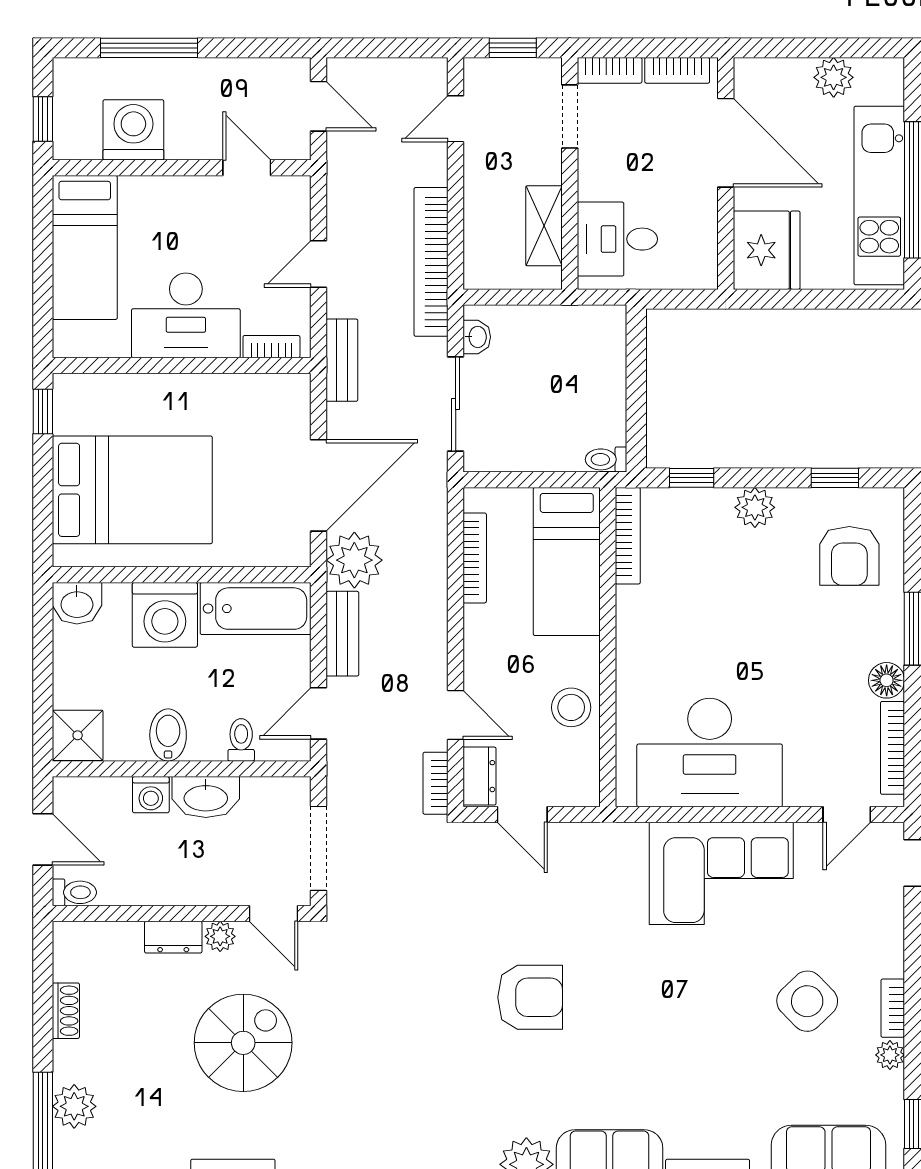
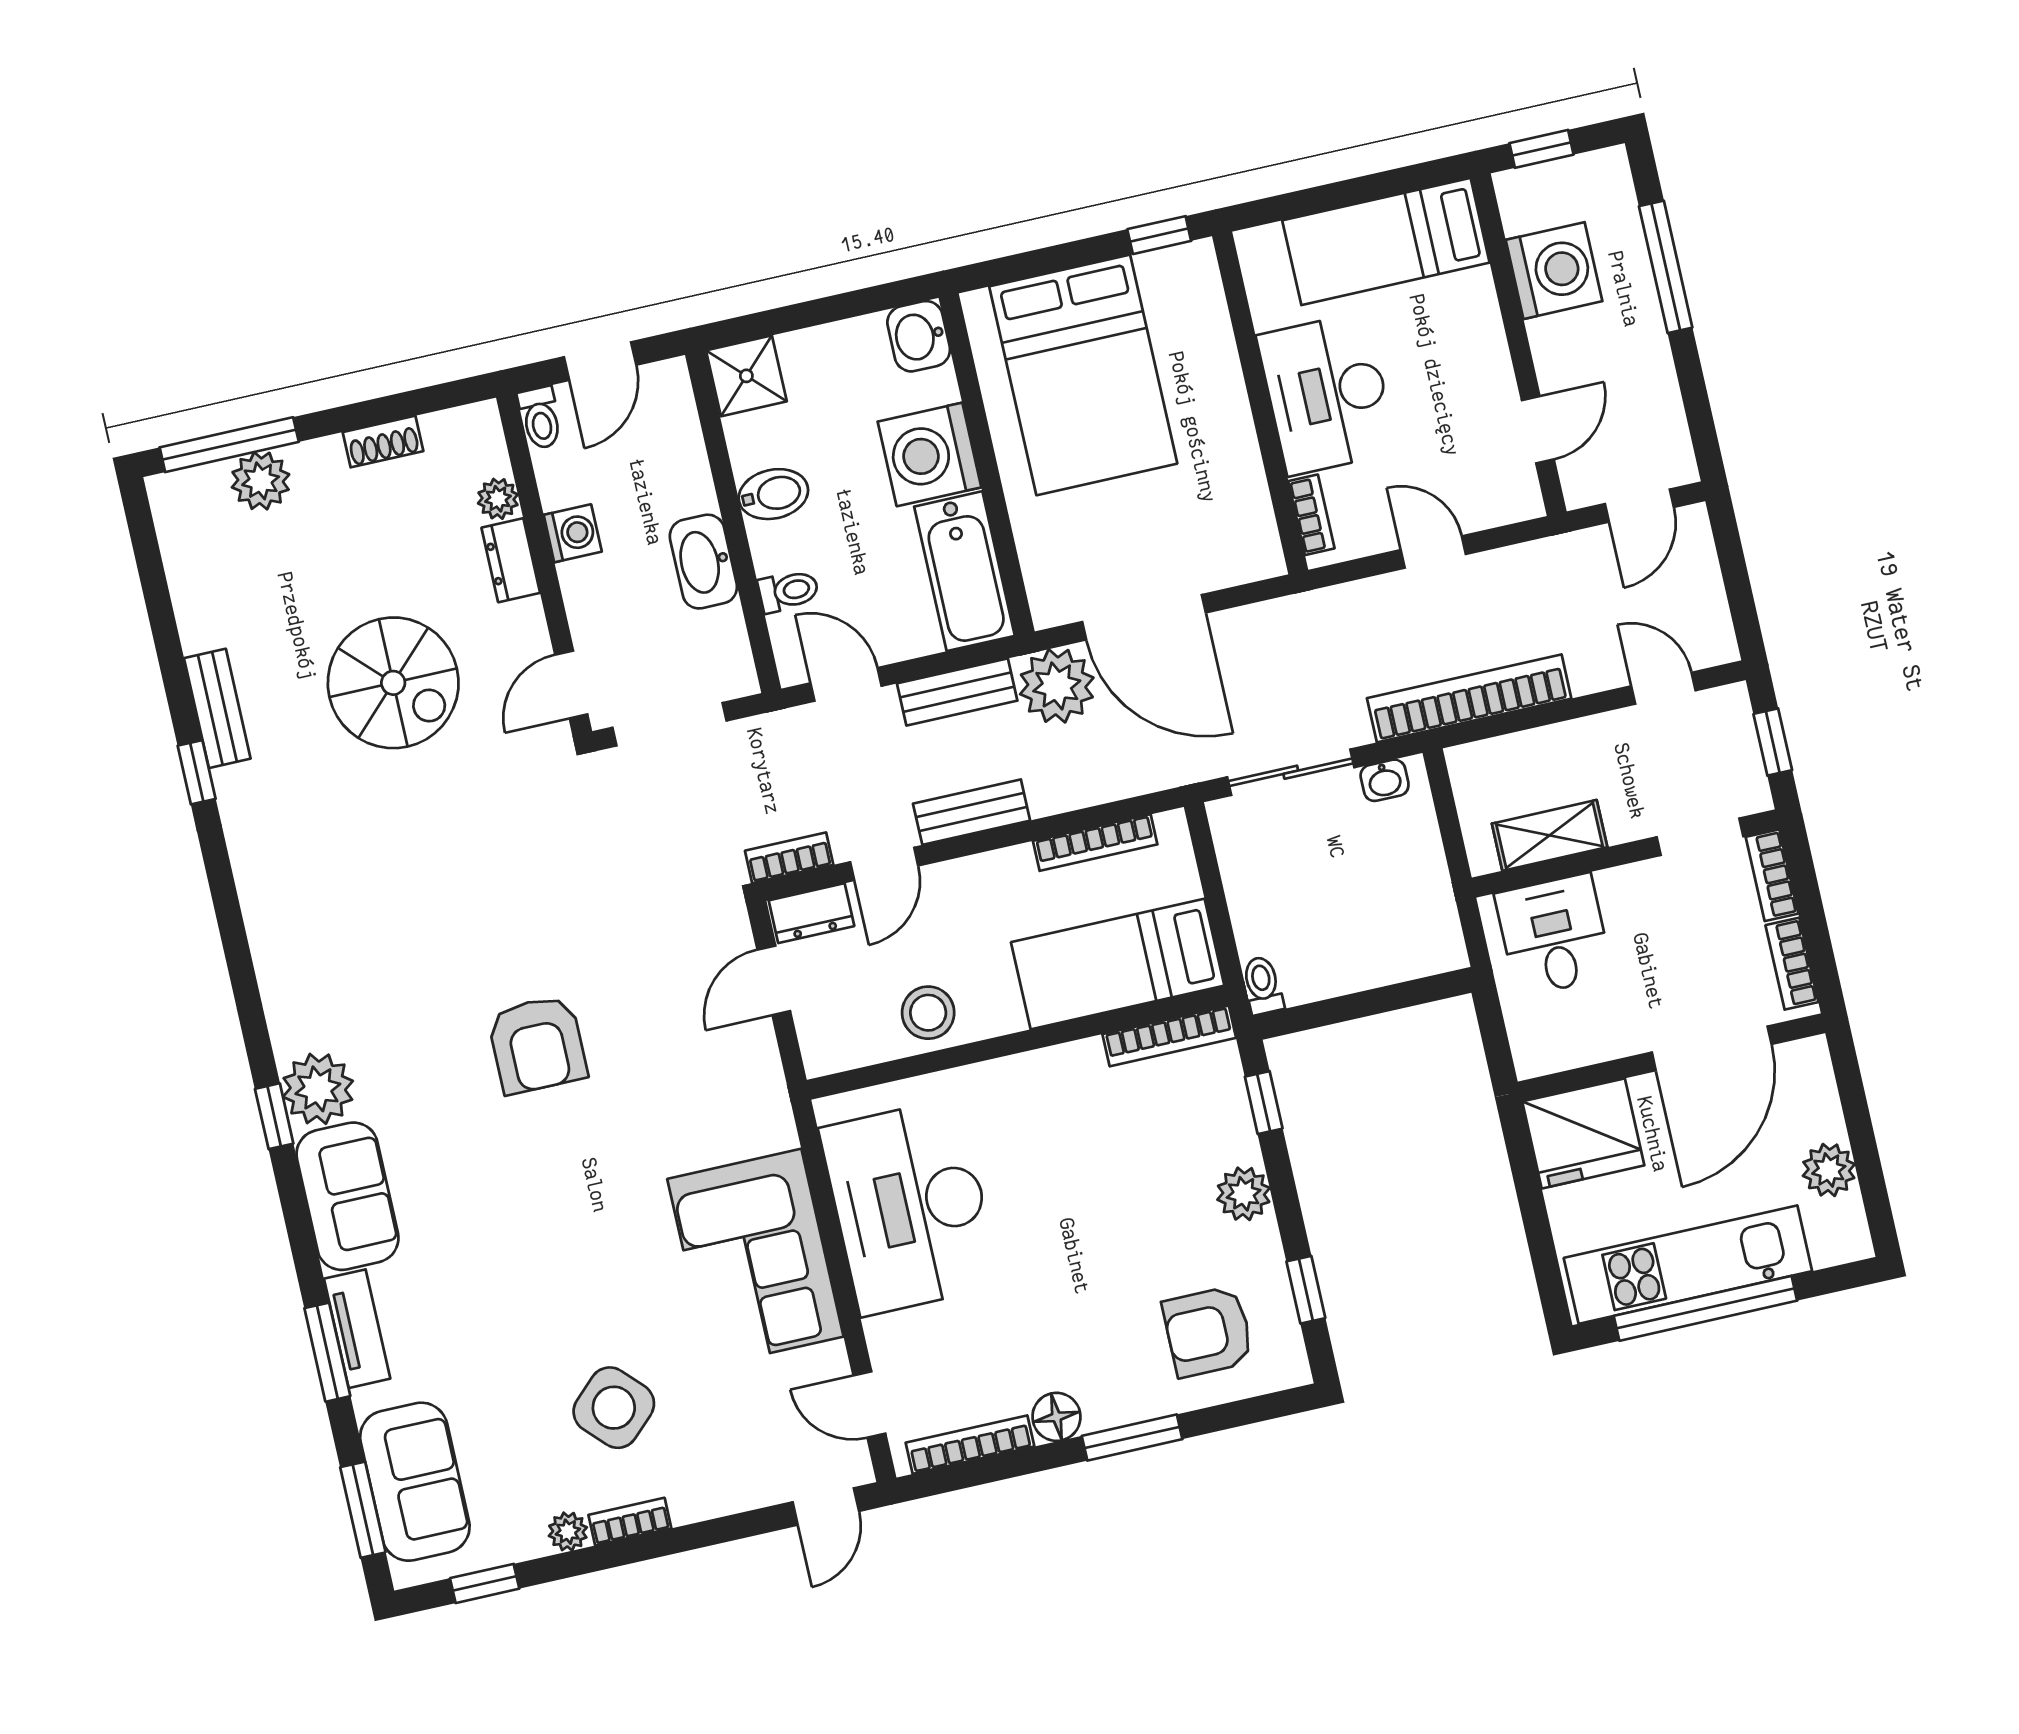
bench: (342, 360) -> (972, 812), moved
washing machine: (151, 795) -> (573, 533), moved, turned 180
plant: (220, 936) -> (498, 499), moved

